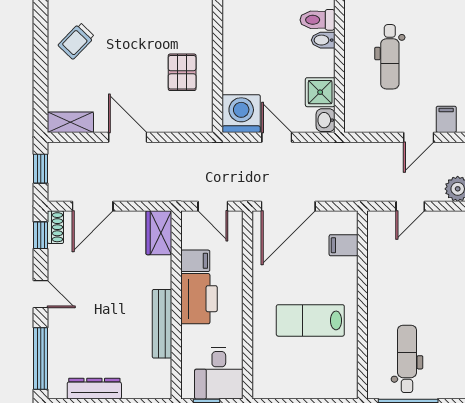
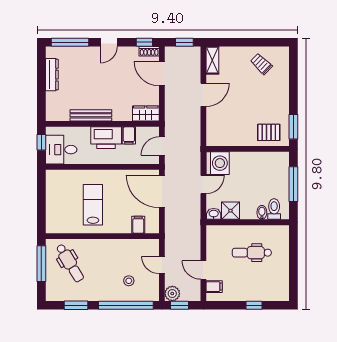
pallet: (182, 72) -> (269, 132), moved
stool: (437, 261) -> (129, 281), added
dental chair: (407, 359) -> (70, 263), turned 59

